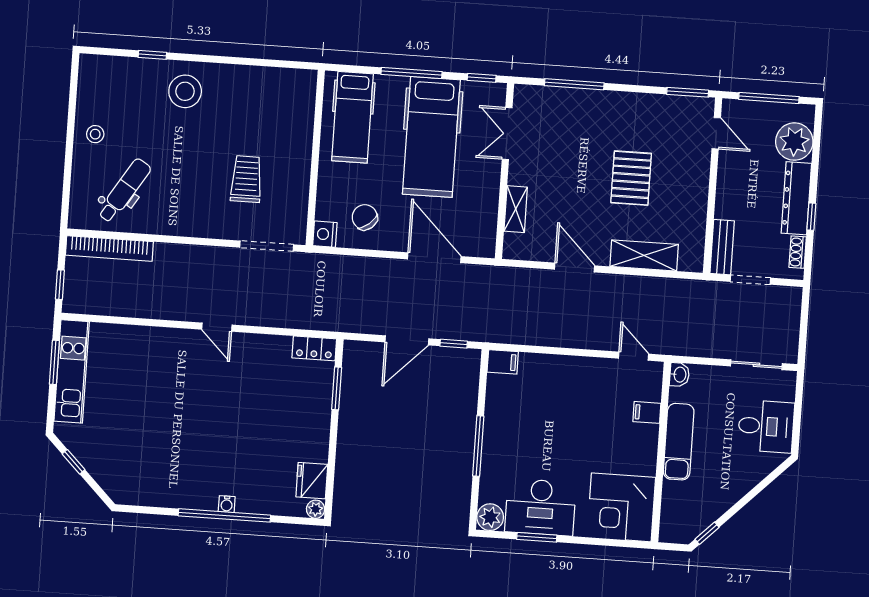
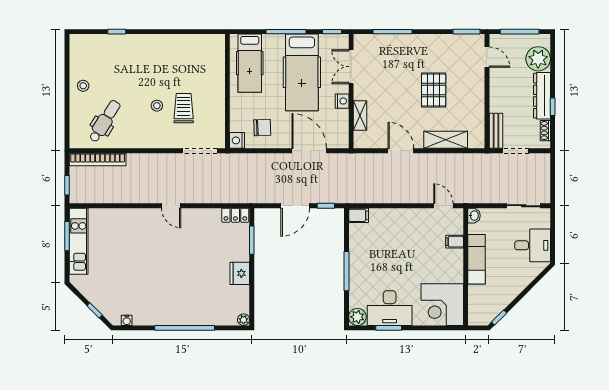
stool: (185, 91) -> (157, 106), moved, width x0.53, depth x0.53
nightstand: (490, 185) -> (342, 101), added
chair: (365, 217) -> (262, 128), turned 128
window: (74, 462) -> (95, 310), moved
fridge: (312, 481) -> (240, 273), moved
water cooler: (227, 504) -> (127, 320), moved

